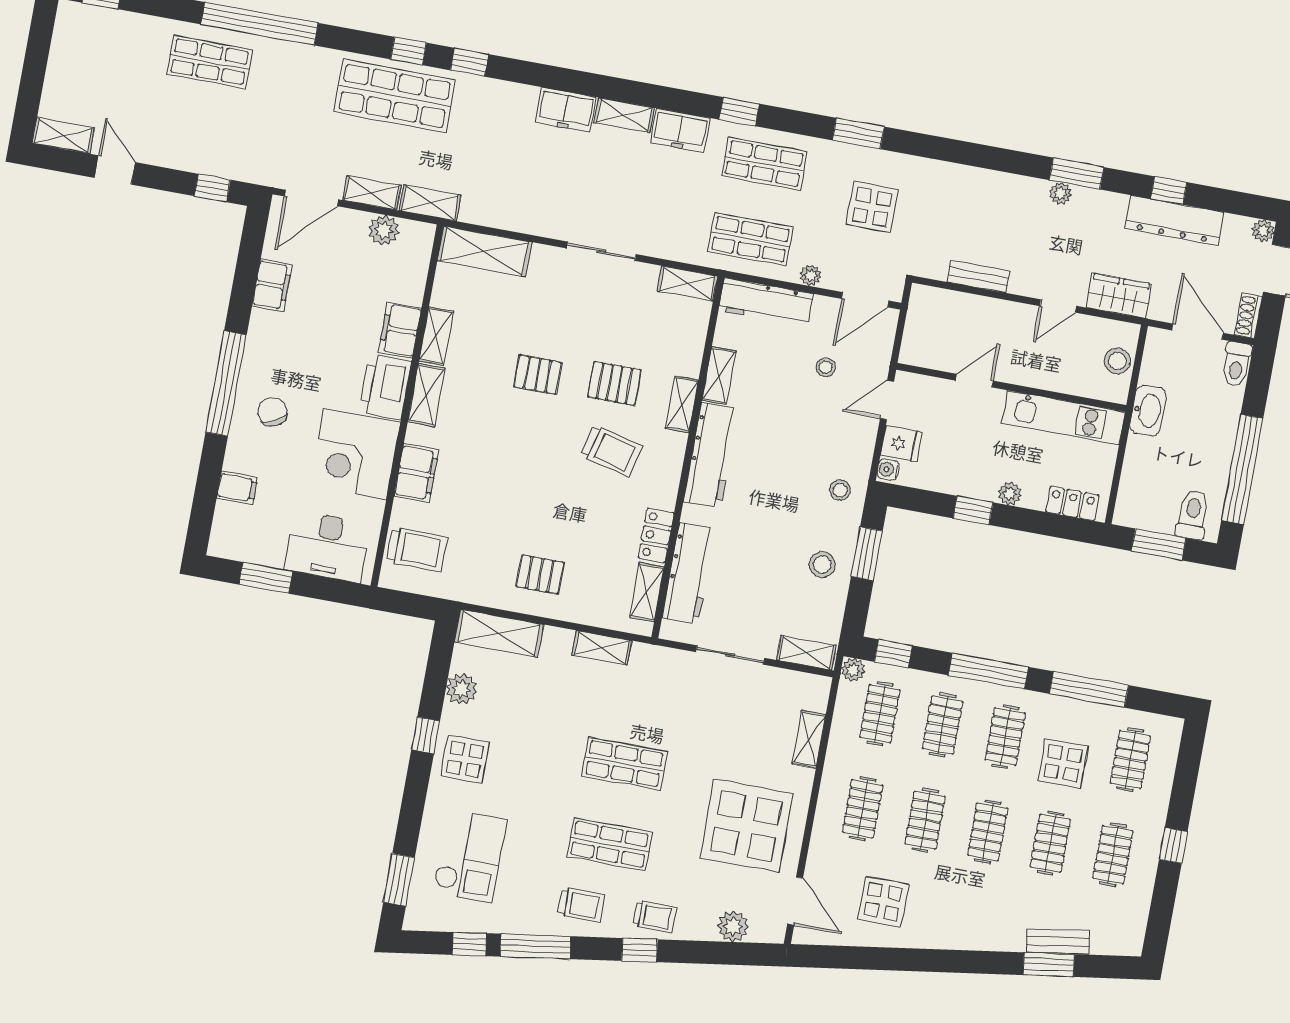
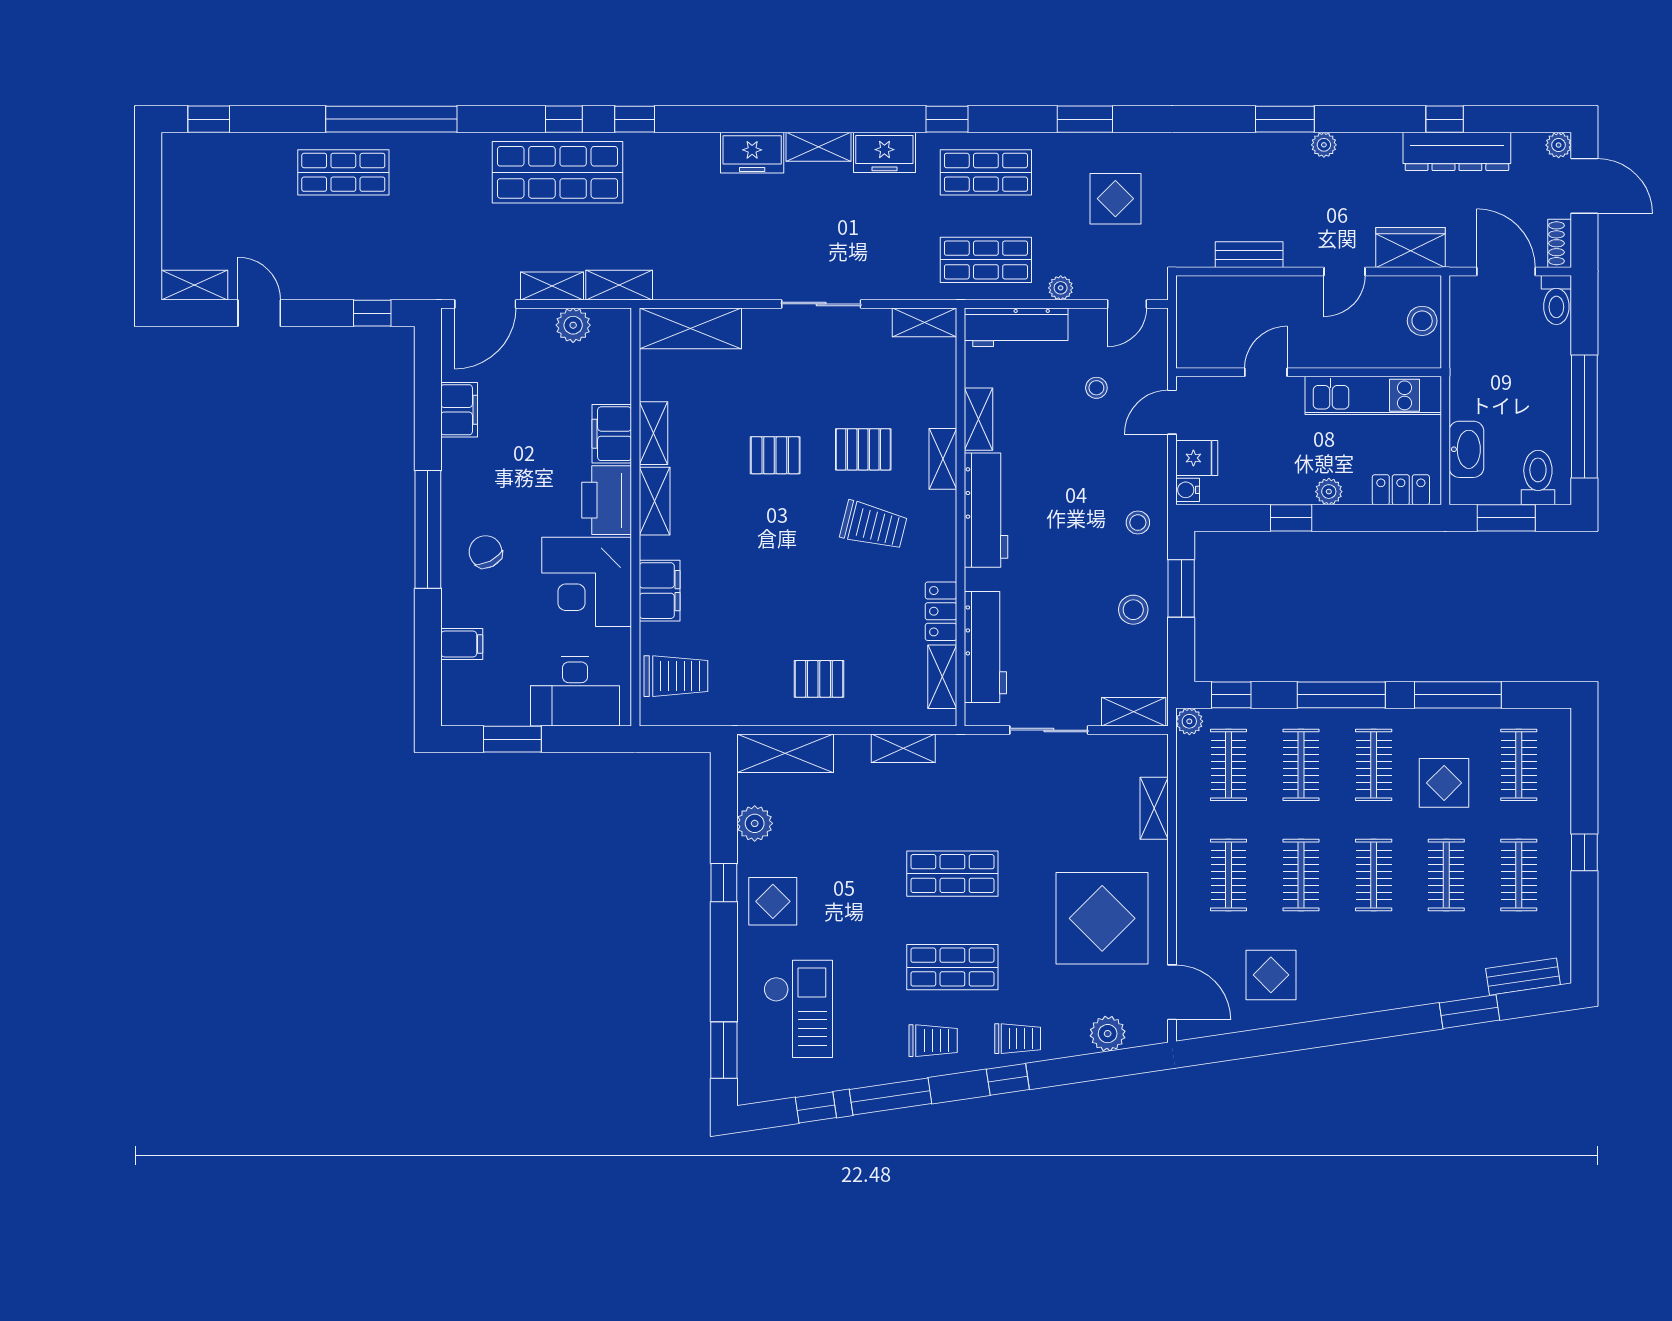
window: (1077, 174) -> (1285, 119), moved
door: (865, 300) -> (1127, 304), width x0.73
washbasin: (1148, 410) -> (1466, 449), moved
bench: (1058, 942) -> (1523, 977), moved

